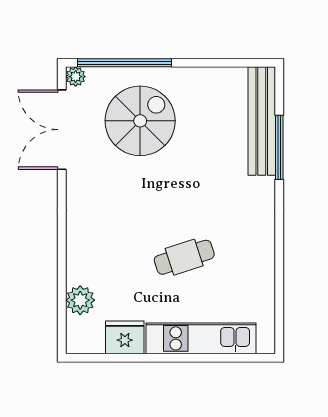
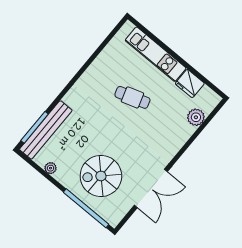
plant: (76, 77) -> (51, 168), moved
double door: (62, 130) -> (151, 188), moved
window: (279, 147) -> (35, 127), moved

